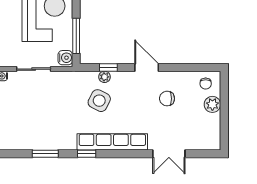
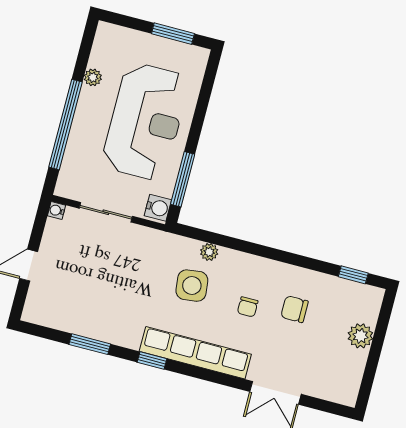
window: (108, 68) -> (353, 275), moved
door: (147, 68) -> (276, 255), removed
chair: (206, 84) -> (248, 307), moved
side table: (99, 101) -> (192, 286), turned -34

